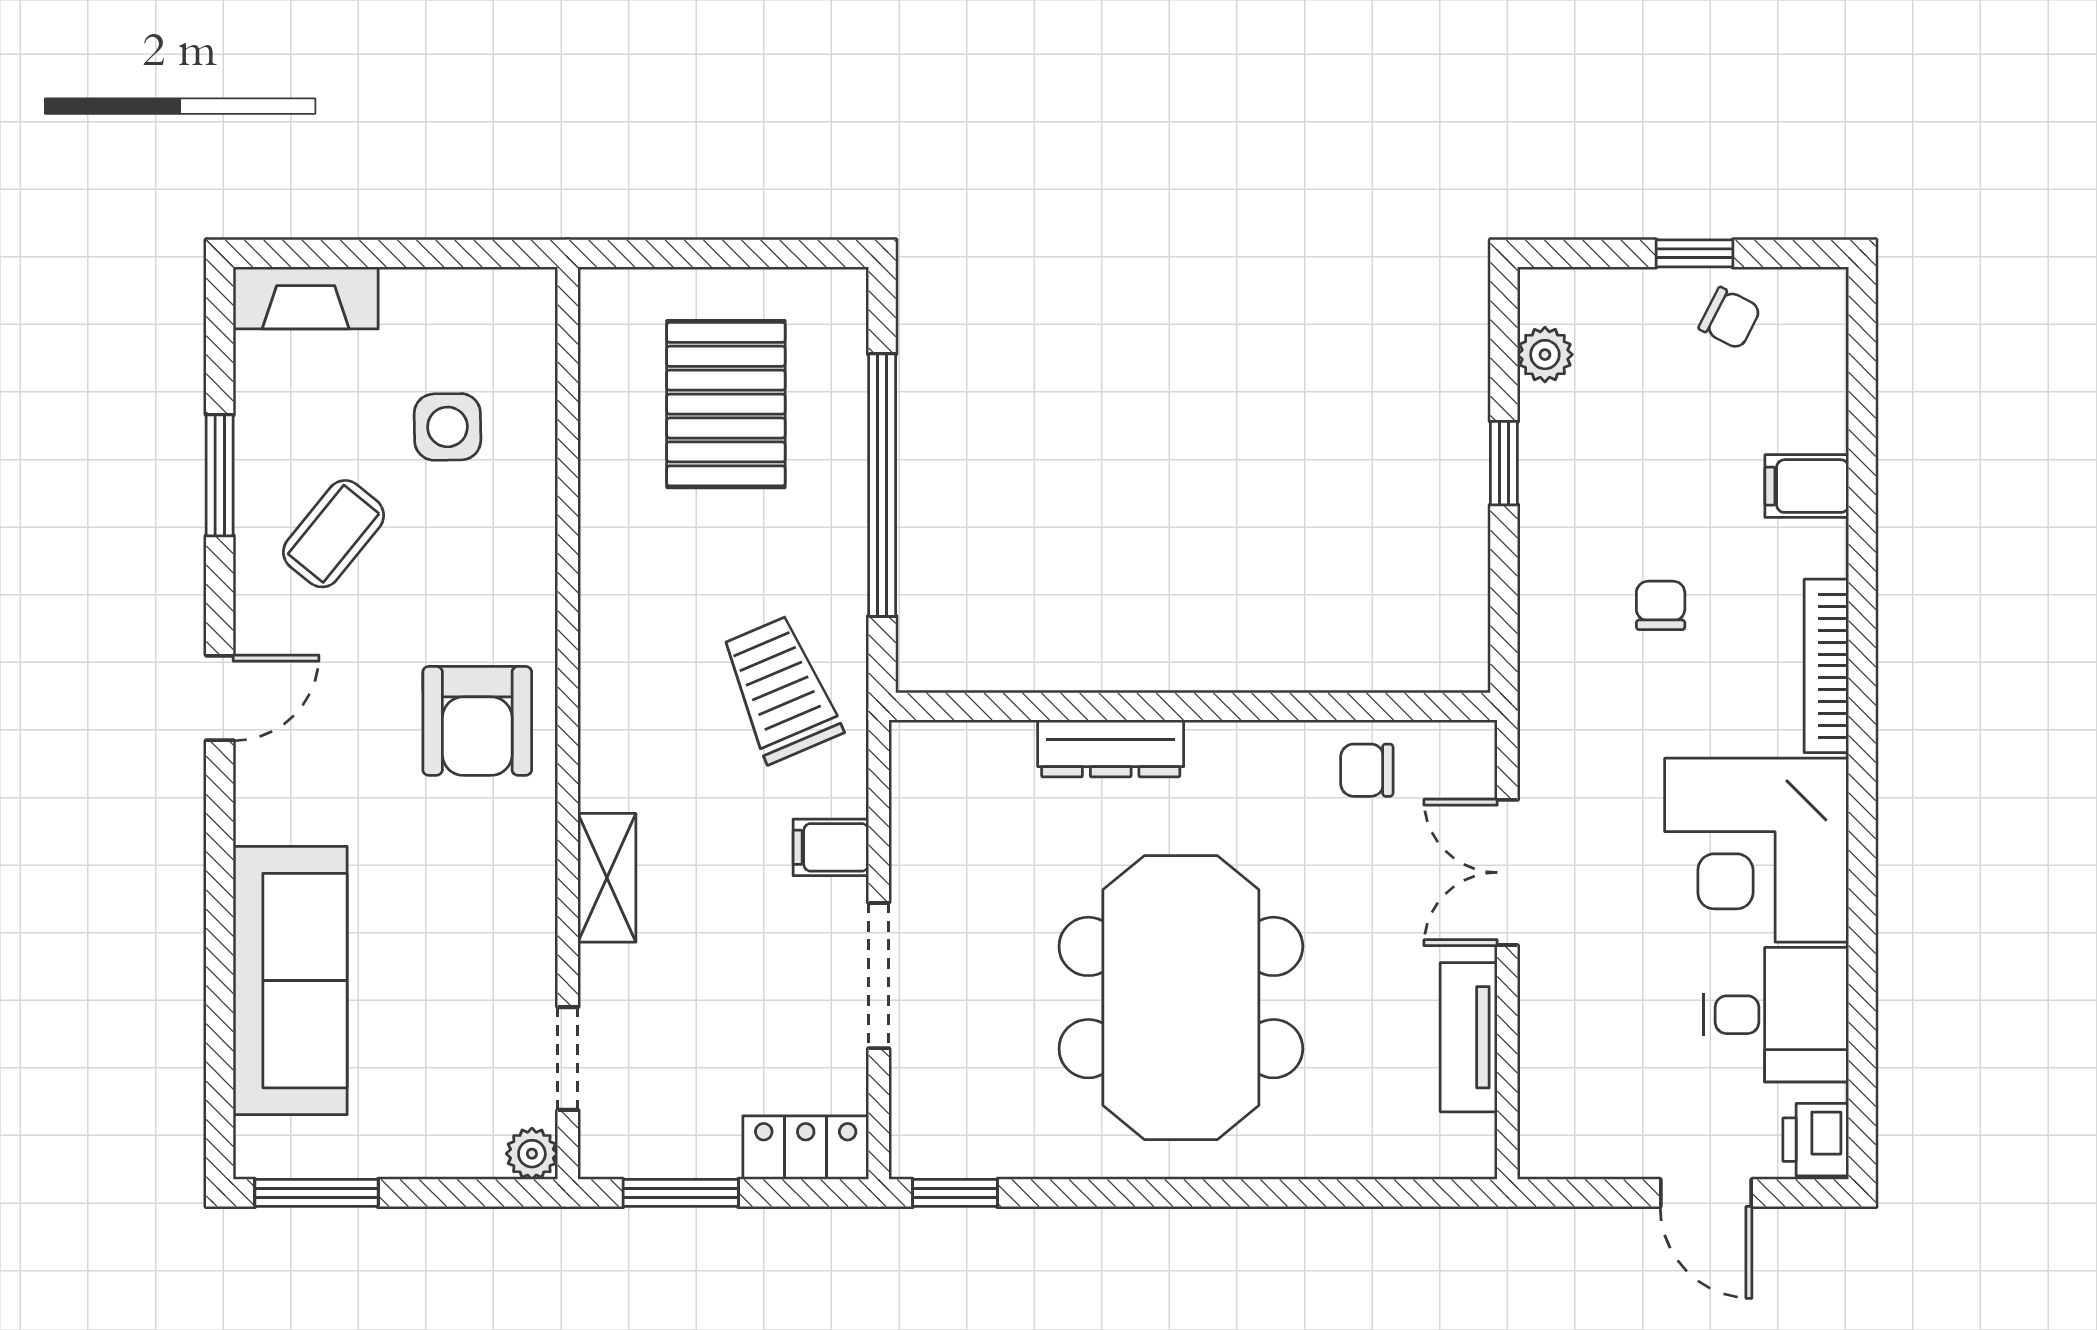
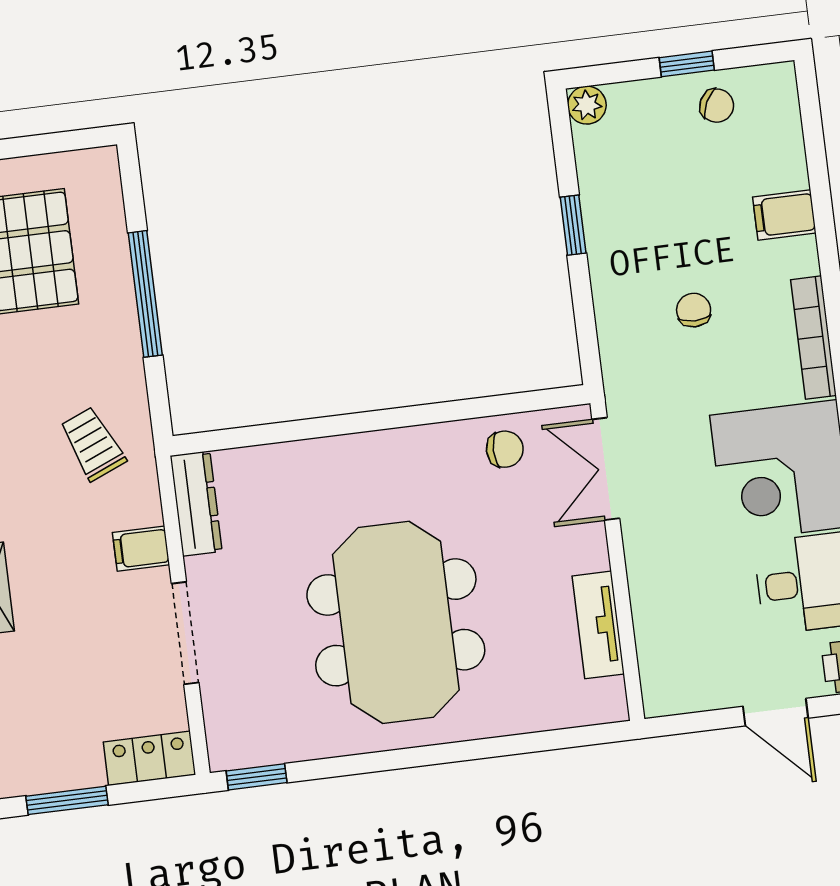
plant: (1545, 355) -> (587, 105), moved
window: (882, 485) -> (145, 294), width x0.68
trolley: (781, 689) -> (93, 444), width x0.73, depth x0.72
dresser: (1111, 748) -> (196, 504), moved, turned -90
chair: (1367, 770) -> (505, 449), turned 180
double door: (1507, 872) -> (606, 469), moved

